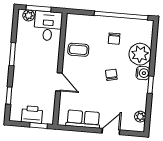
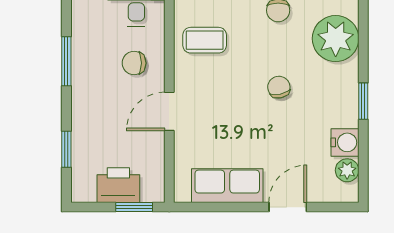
chair: (44, 58) -> (134, 63), added
water cooler: (143, 73) -> (345, 142), moved
door: (59, 82) -> (169, 111), swing flipped

